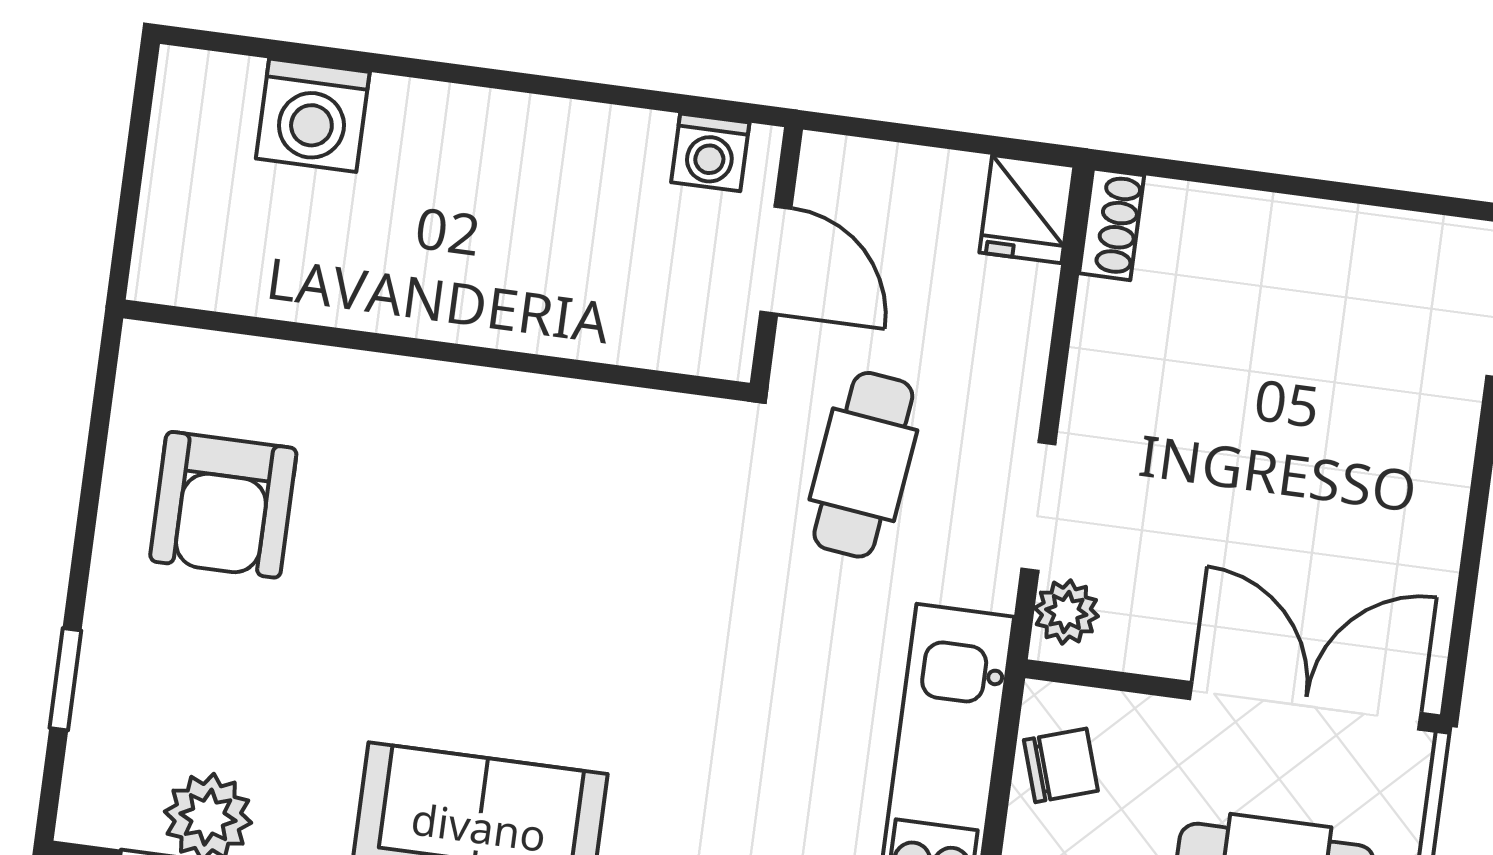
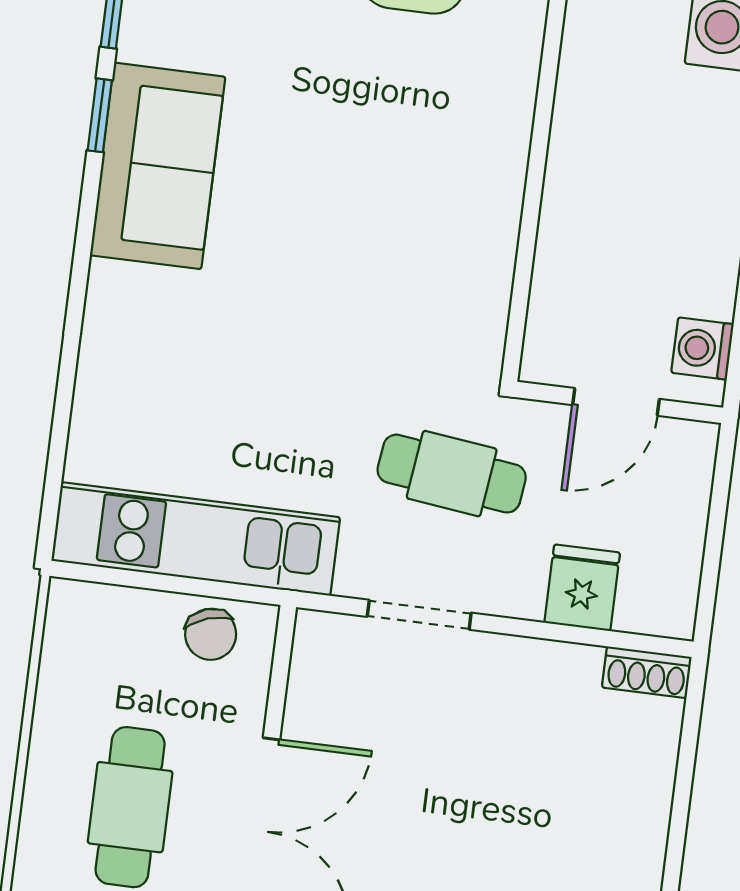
fridge: (1027, 209) -> (582, 588), moved, turned 90
plant: (1066, 612) -> (334, 638), removed

